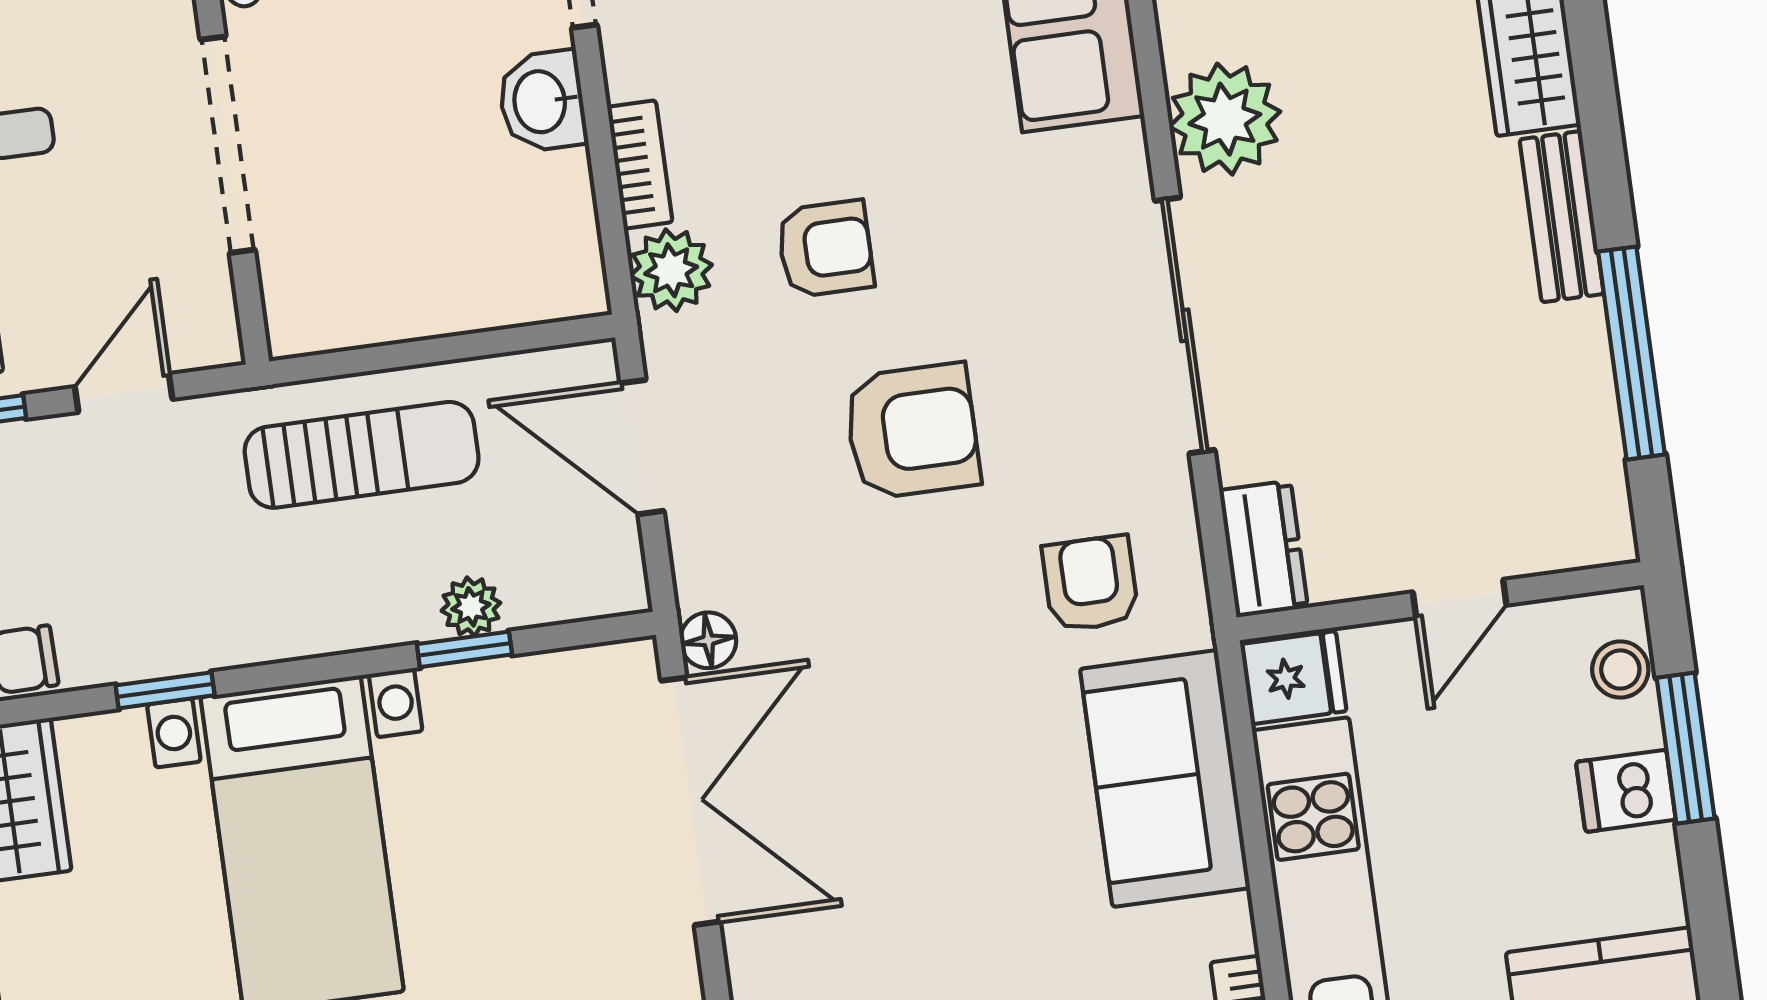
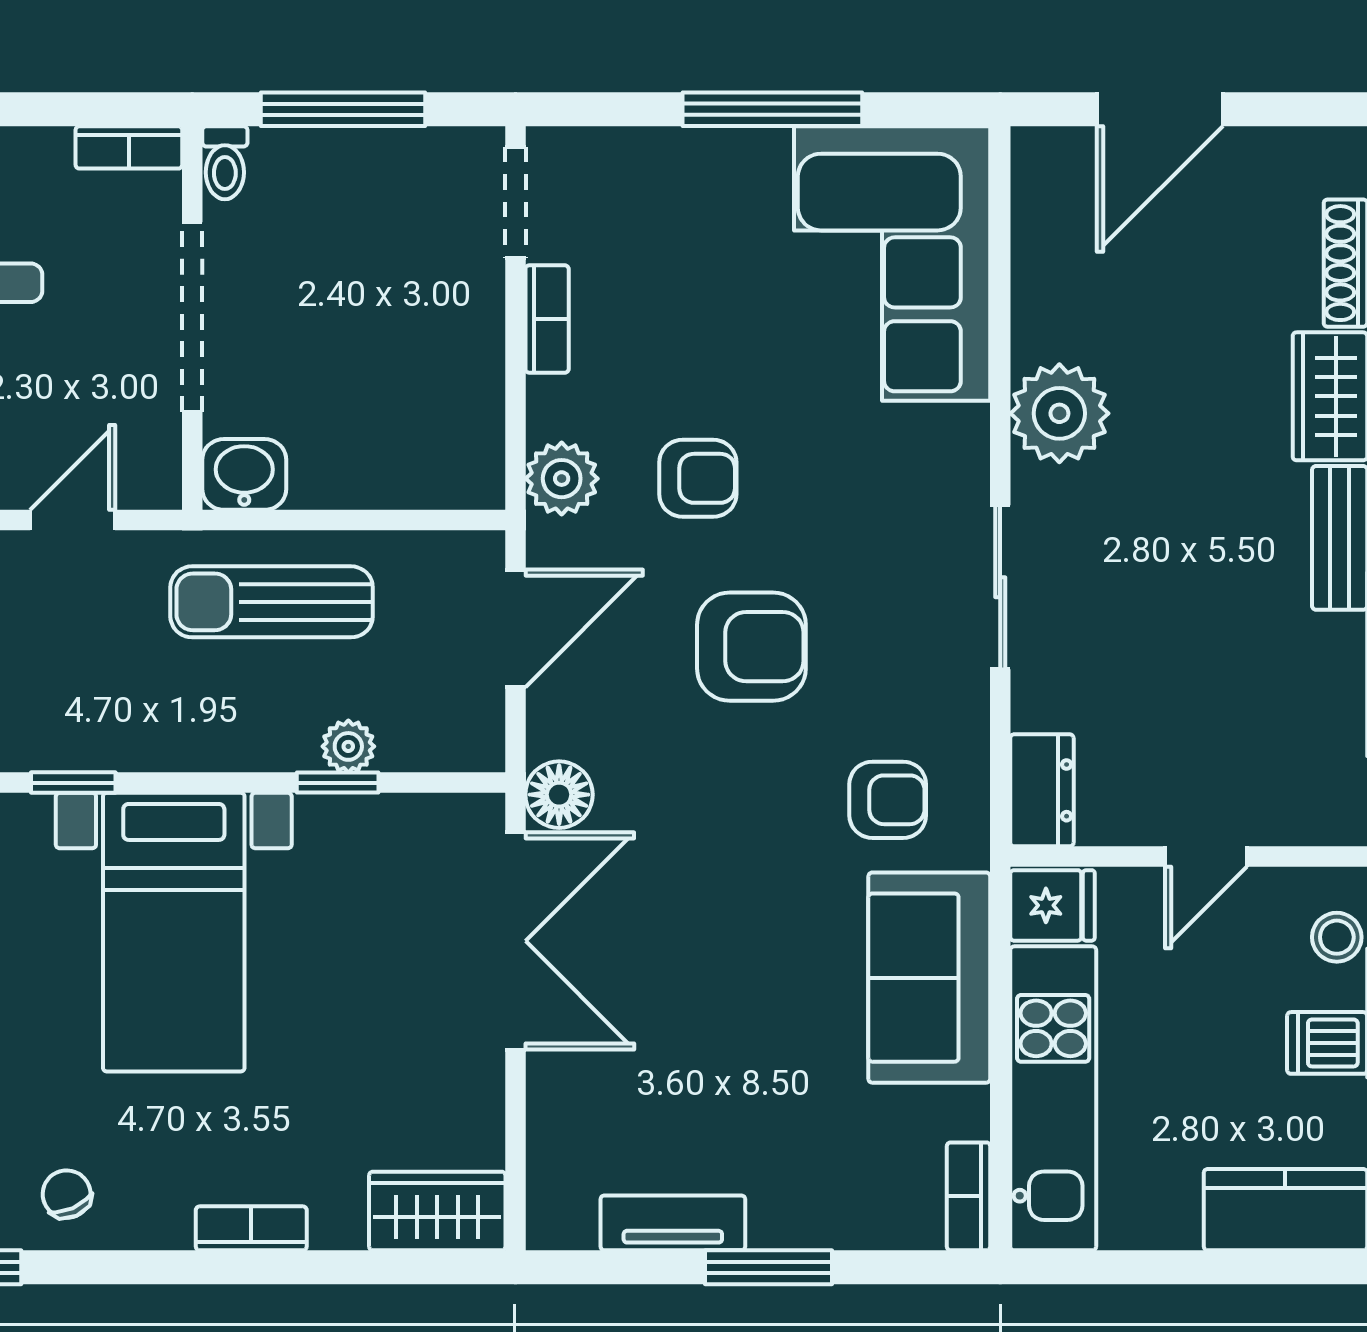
washbasin: (542, 101) -> (244, 474), moved, turned 90
bookcase: (640, 164) -> (547, 319), moved
sliding door: (1185, 325) -> (1000, 587), width x0.73
door: (642, 447) -> (515, 628), swing flipped
sun lounger: (362, 455) -> (272, 602), turned 180
armchair: (1090, 584) -> (888, 800), turned 90
floor lamp: (708, 640) -> (559, 795), width x1.37, depth x1.37

